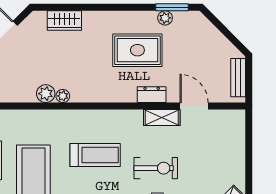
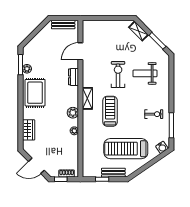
rug: (137, 50) -> (35, 93), moved
plant: (46, 94) -> (73, 113), moved
shelving: (162, 118) -> (87, 98), moved

